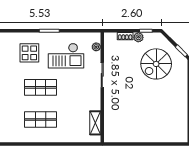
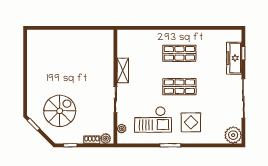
plant: (138, 37) -> (106, 139), moved
checkout: (66, 56) -> (153, 119), turned 180
shelving: (95, 123) -> (123, 70), moved

